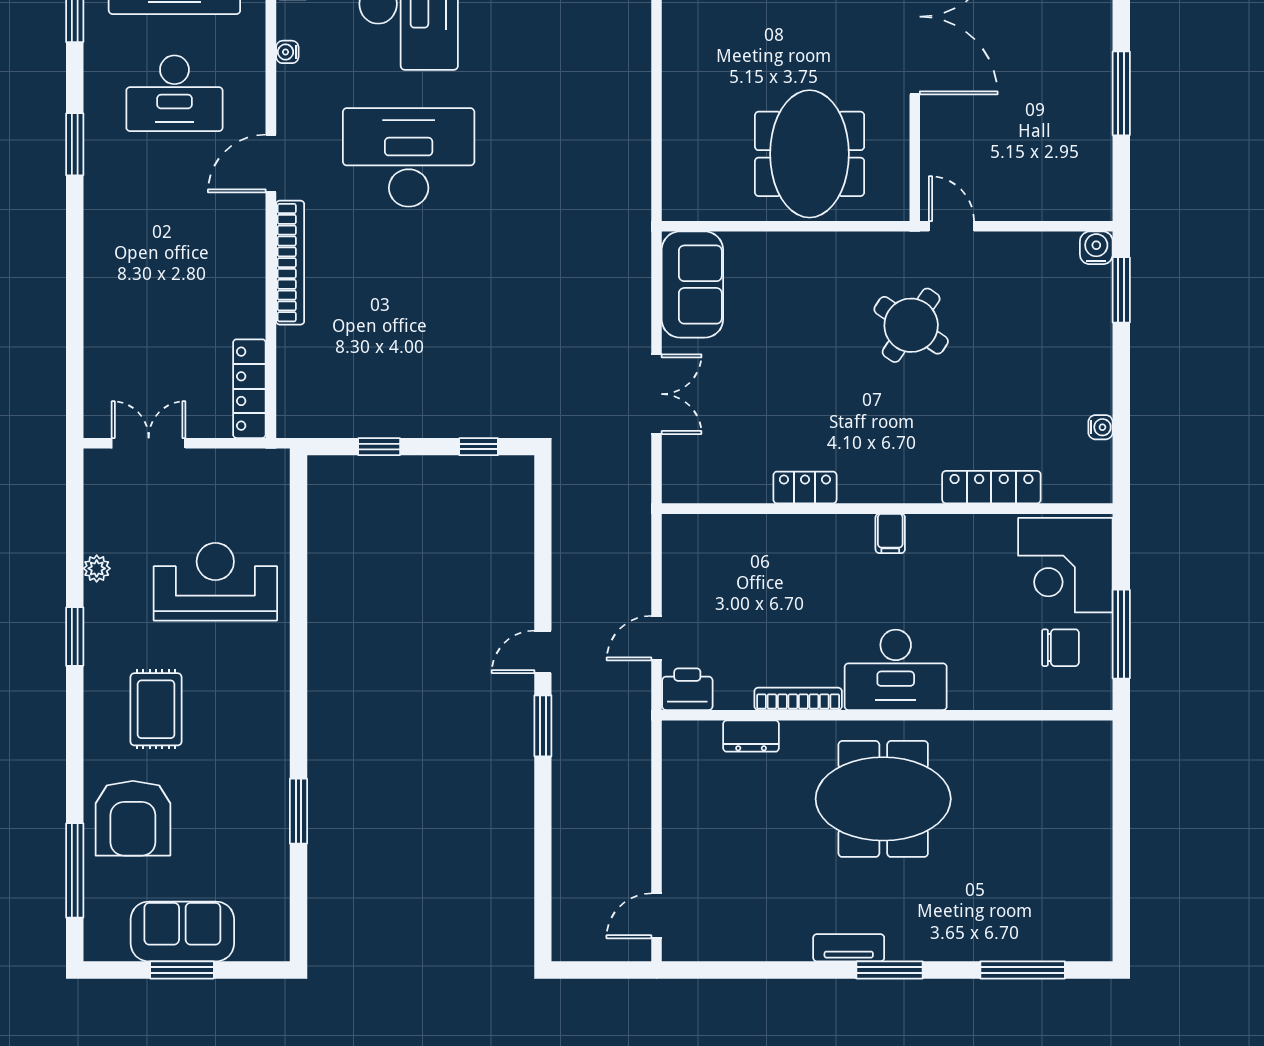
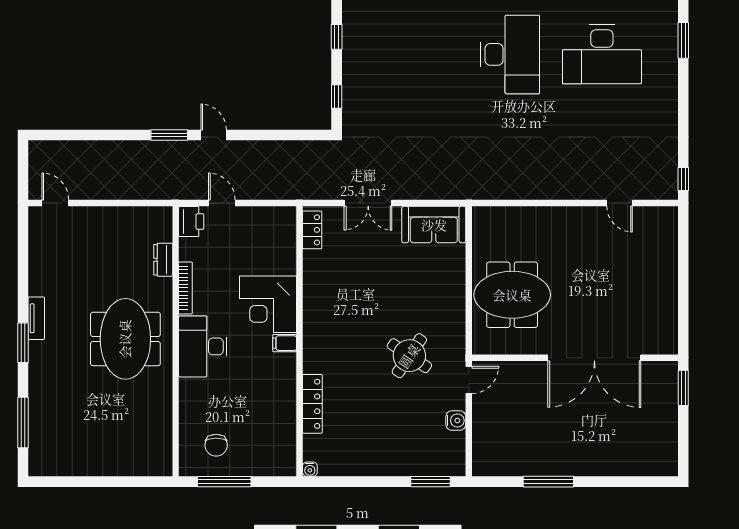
water cooler: (1096, 248) -> (456, 421), moved
water cooler: (1100, 427) -> (310, 469), moved
locker: (805, 487) -> (312, 230), moved
corner desk: (1065, 565) -> (268, 304), moved, turned -90

